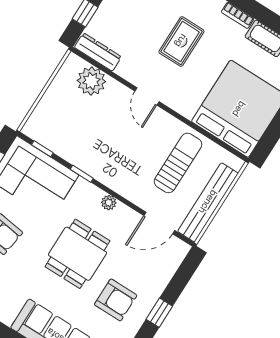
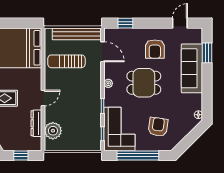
dresser: (98, 52) -> (36, 123), moved
armchair: (116, 300) -> (155, 49), turned 180
window: (159, 313) -> (125, 23), moved

